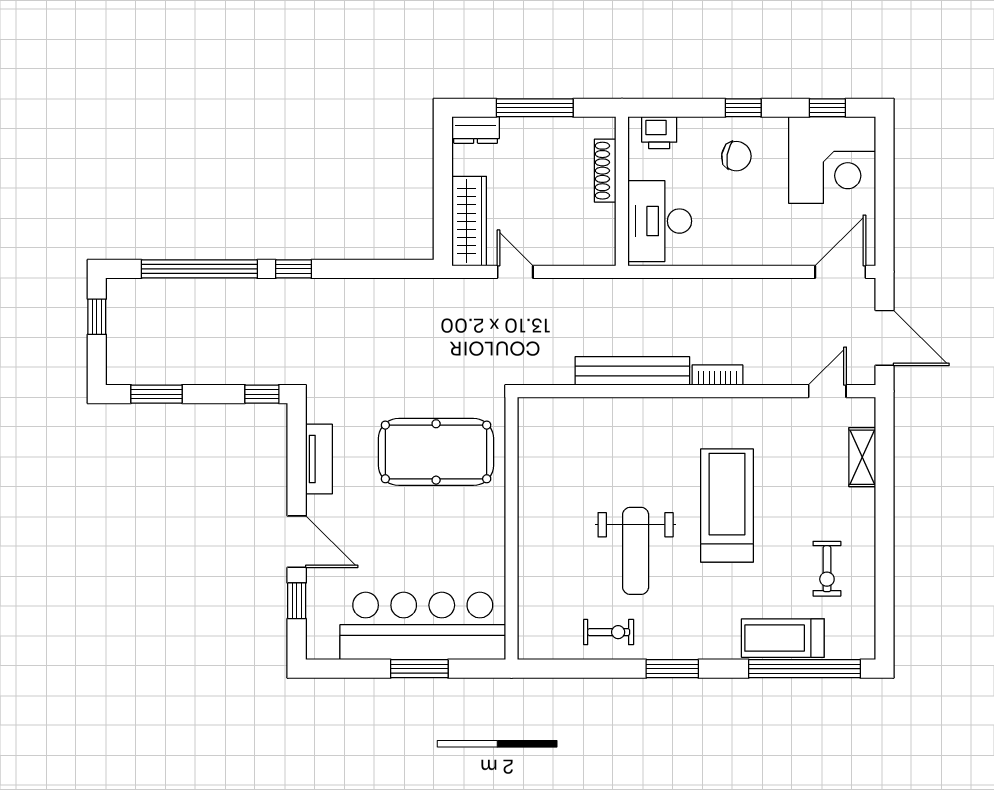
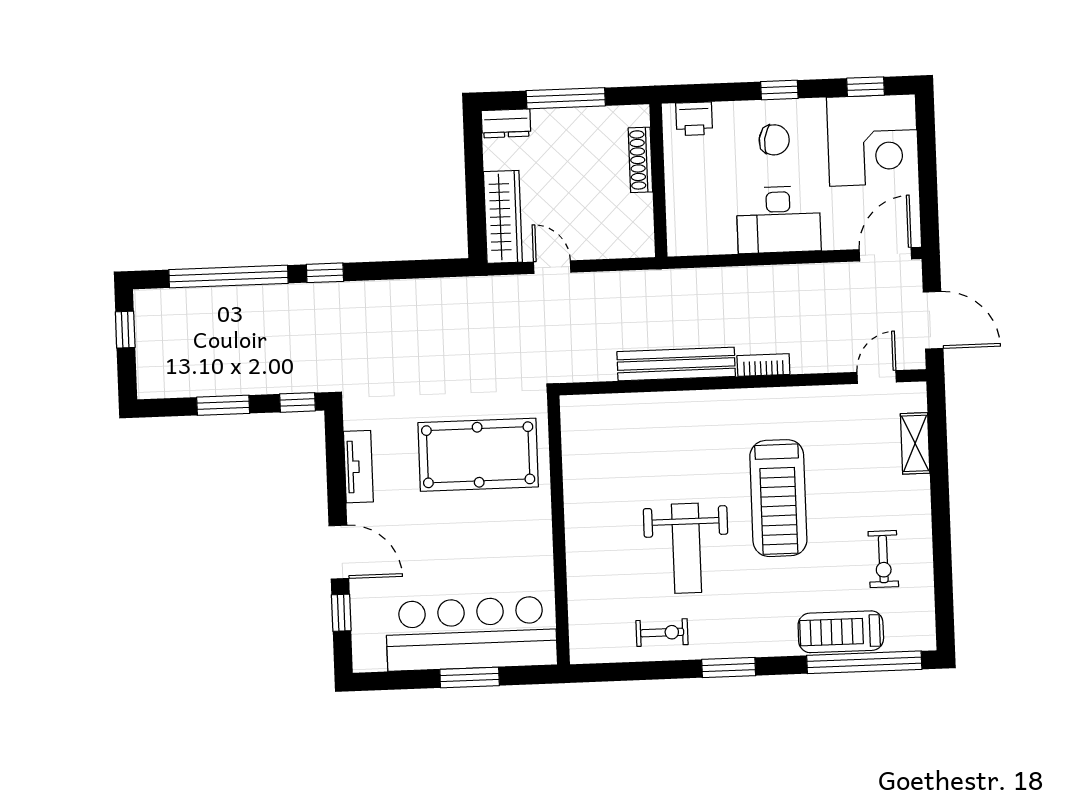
desk: (660, 221) -> (779, 220), moved, turned -90
window: (157, 394) -> (223, 405), moved
treadmill: (727, 505) -> (778, 498), turned 180

